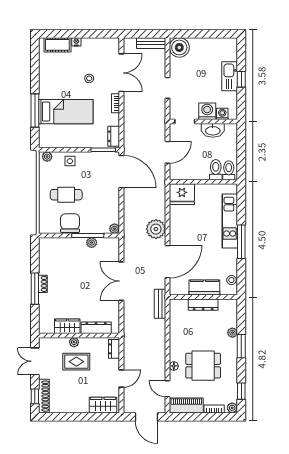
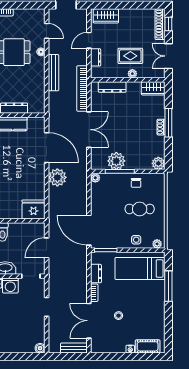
bench: (151, 43) -> (74, 348), moved
boiler: (179, 47) -> (40, 348), width x0.54, depth x0.54
bed: (66, 112) -> (140, 269), moved
dresser: (114, 136) -> (96, 274), moved
chair: (70, 223) -> (136, 183), width x0.54, depth x0.54
plant: (92, 243) -> (116, 161), width x1.88, depth x1.88
plant: (46, 244) -> (158, 163), added
door: (168, 262) -> (47, 148), swing flipped
bench: (160, 304) -> (54, 73), moved, width x1.36
wardrobe: (67, 326) -> (153, 88), moved
bookcase: (129, 326) -> (82, 89), added
dresser: (114, 349) -> (96, 57), moved
double door: (35, 361) -> (168, 56), swing flipped
piano: (186, 405) -> (29, 16), removed

